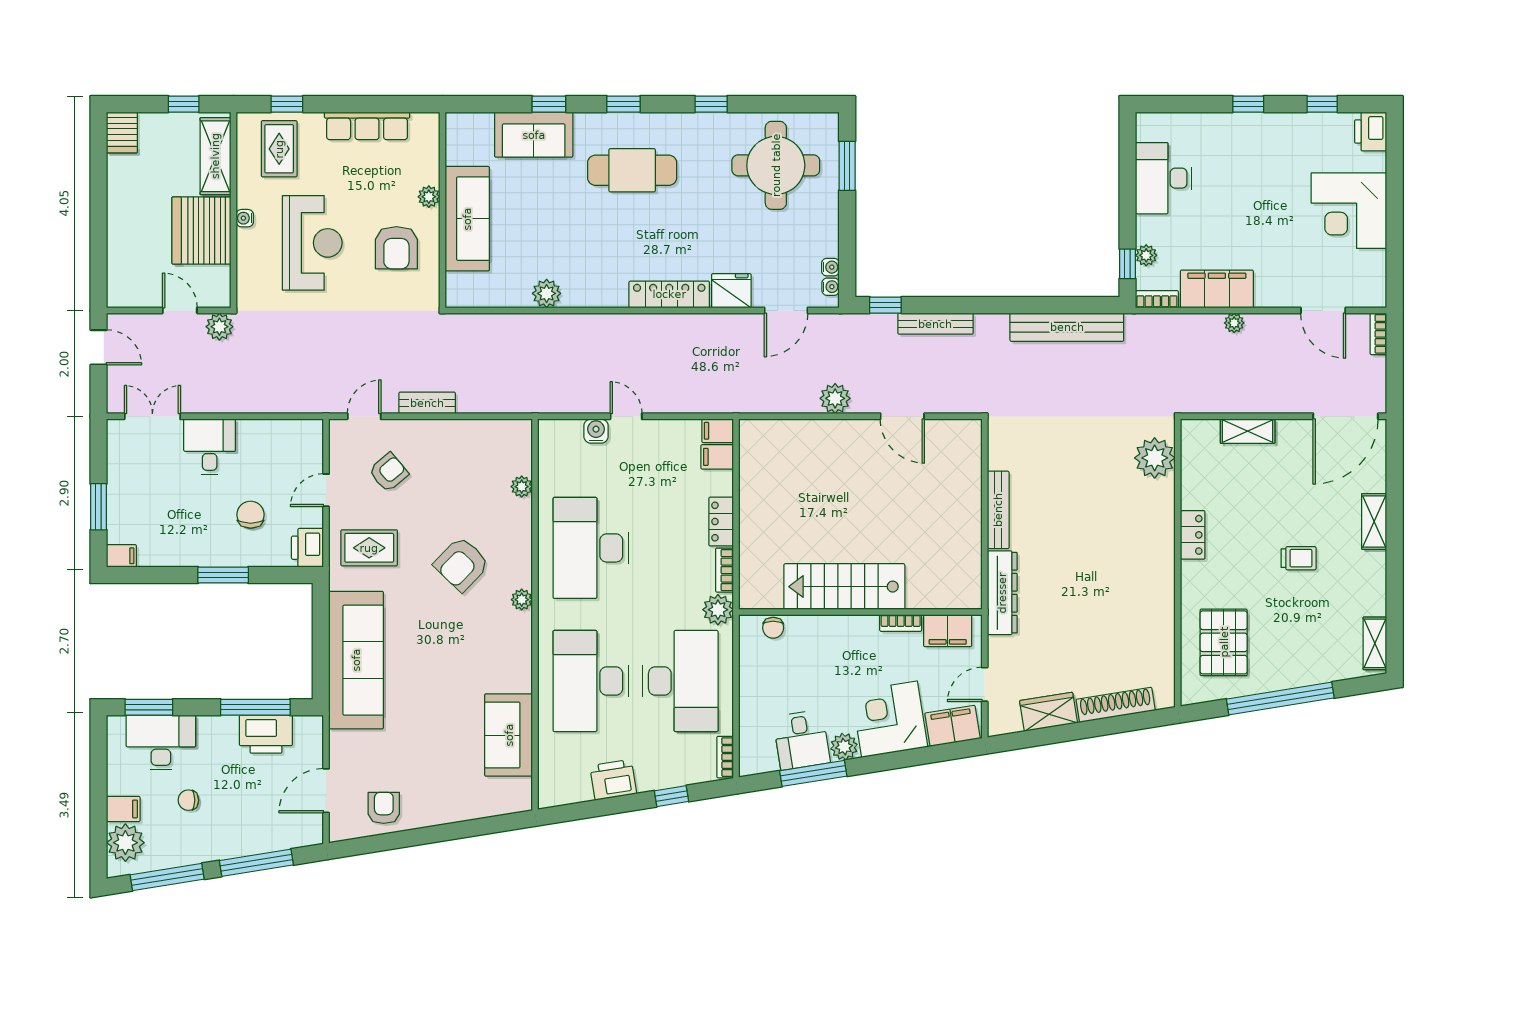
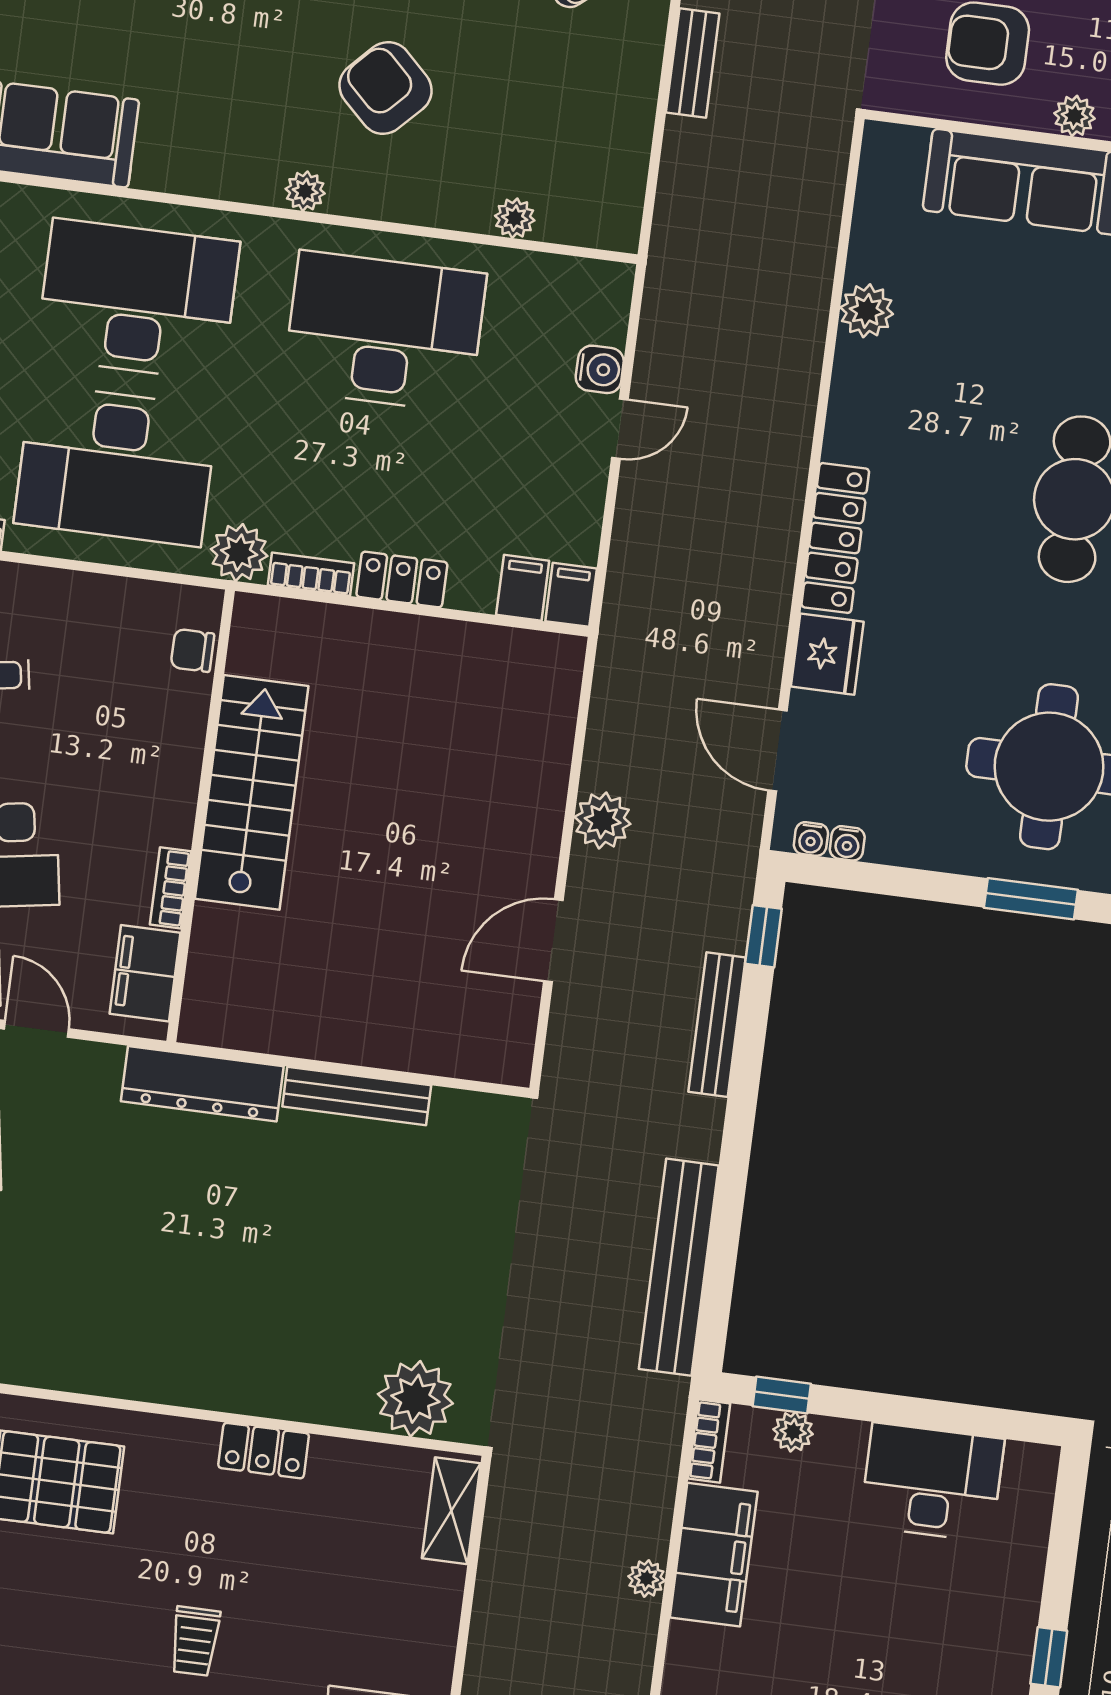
shelving: (1248, 431) -> (451, 1511), moved

